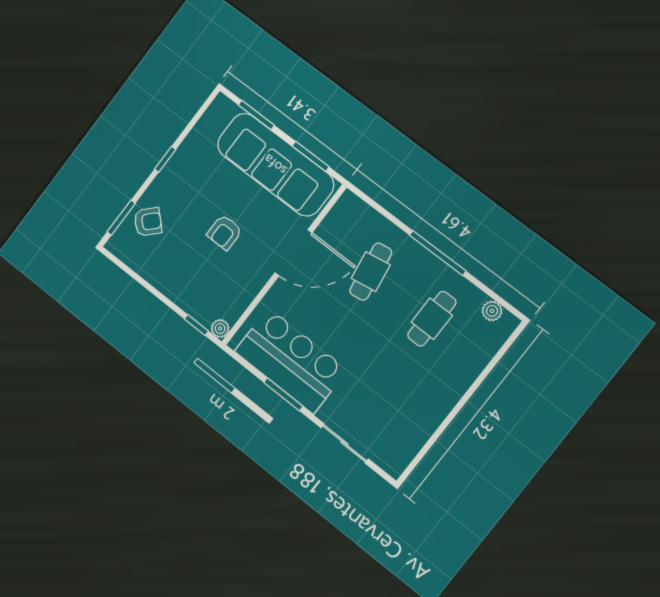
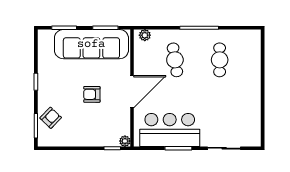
armchair: (225, 232) -> (92, 94), turned 90
door: (293, 253) -> (132, 92), moved
plant: (492, 311) -> (145, 35), moved

